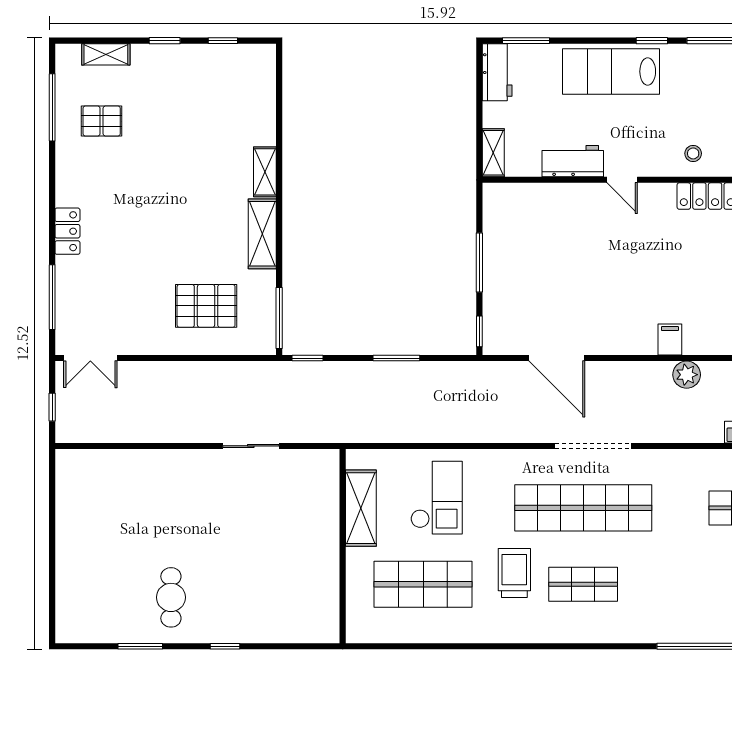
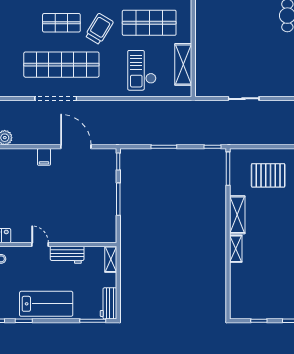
filing cabinet: (670, 339) -> (44, 157), moved
trolley: (514, 573) -> (99, 29), turned -149

